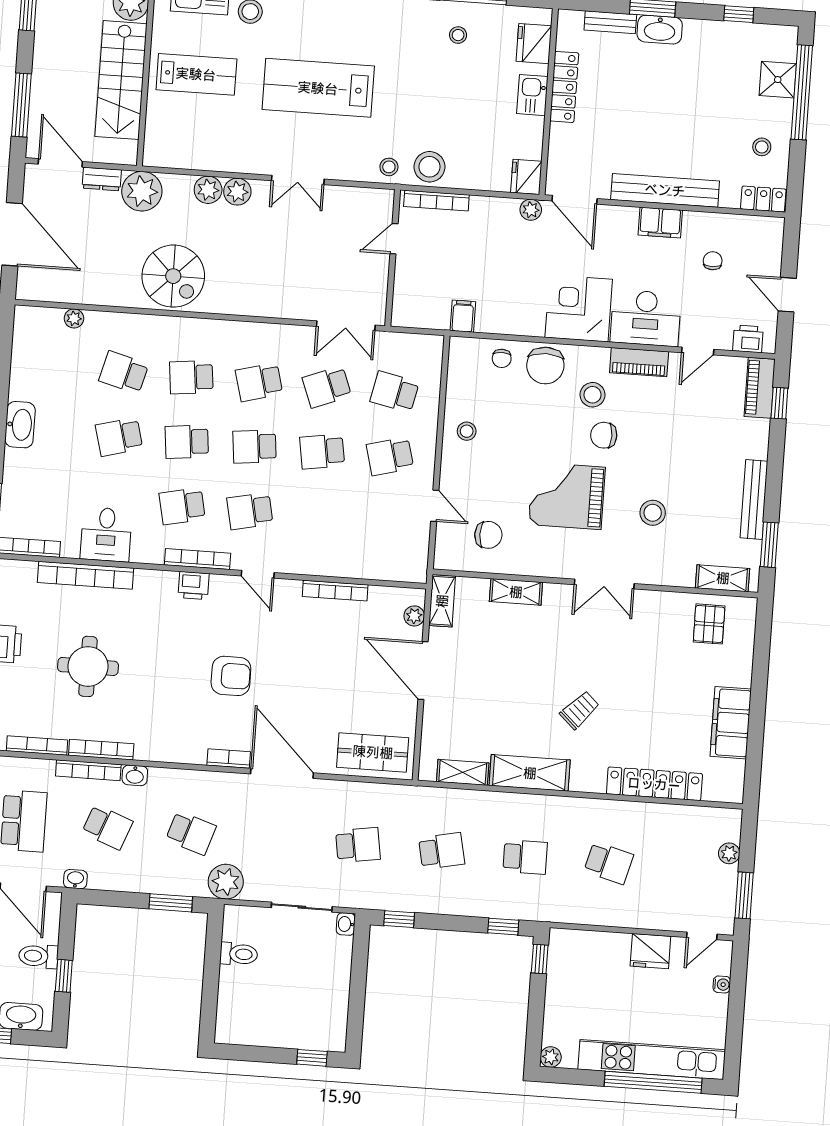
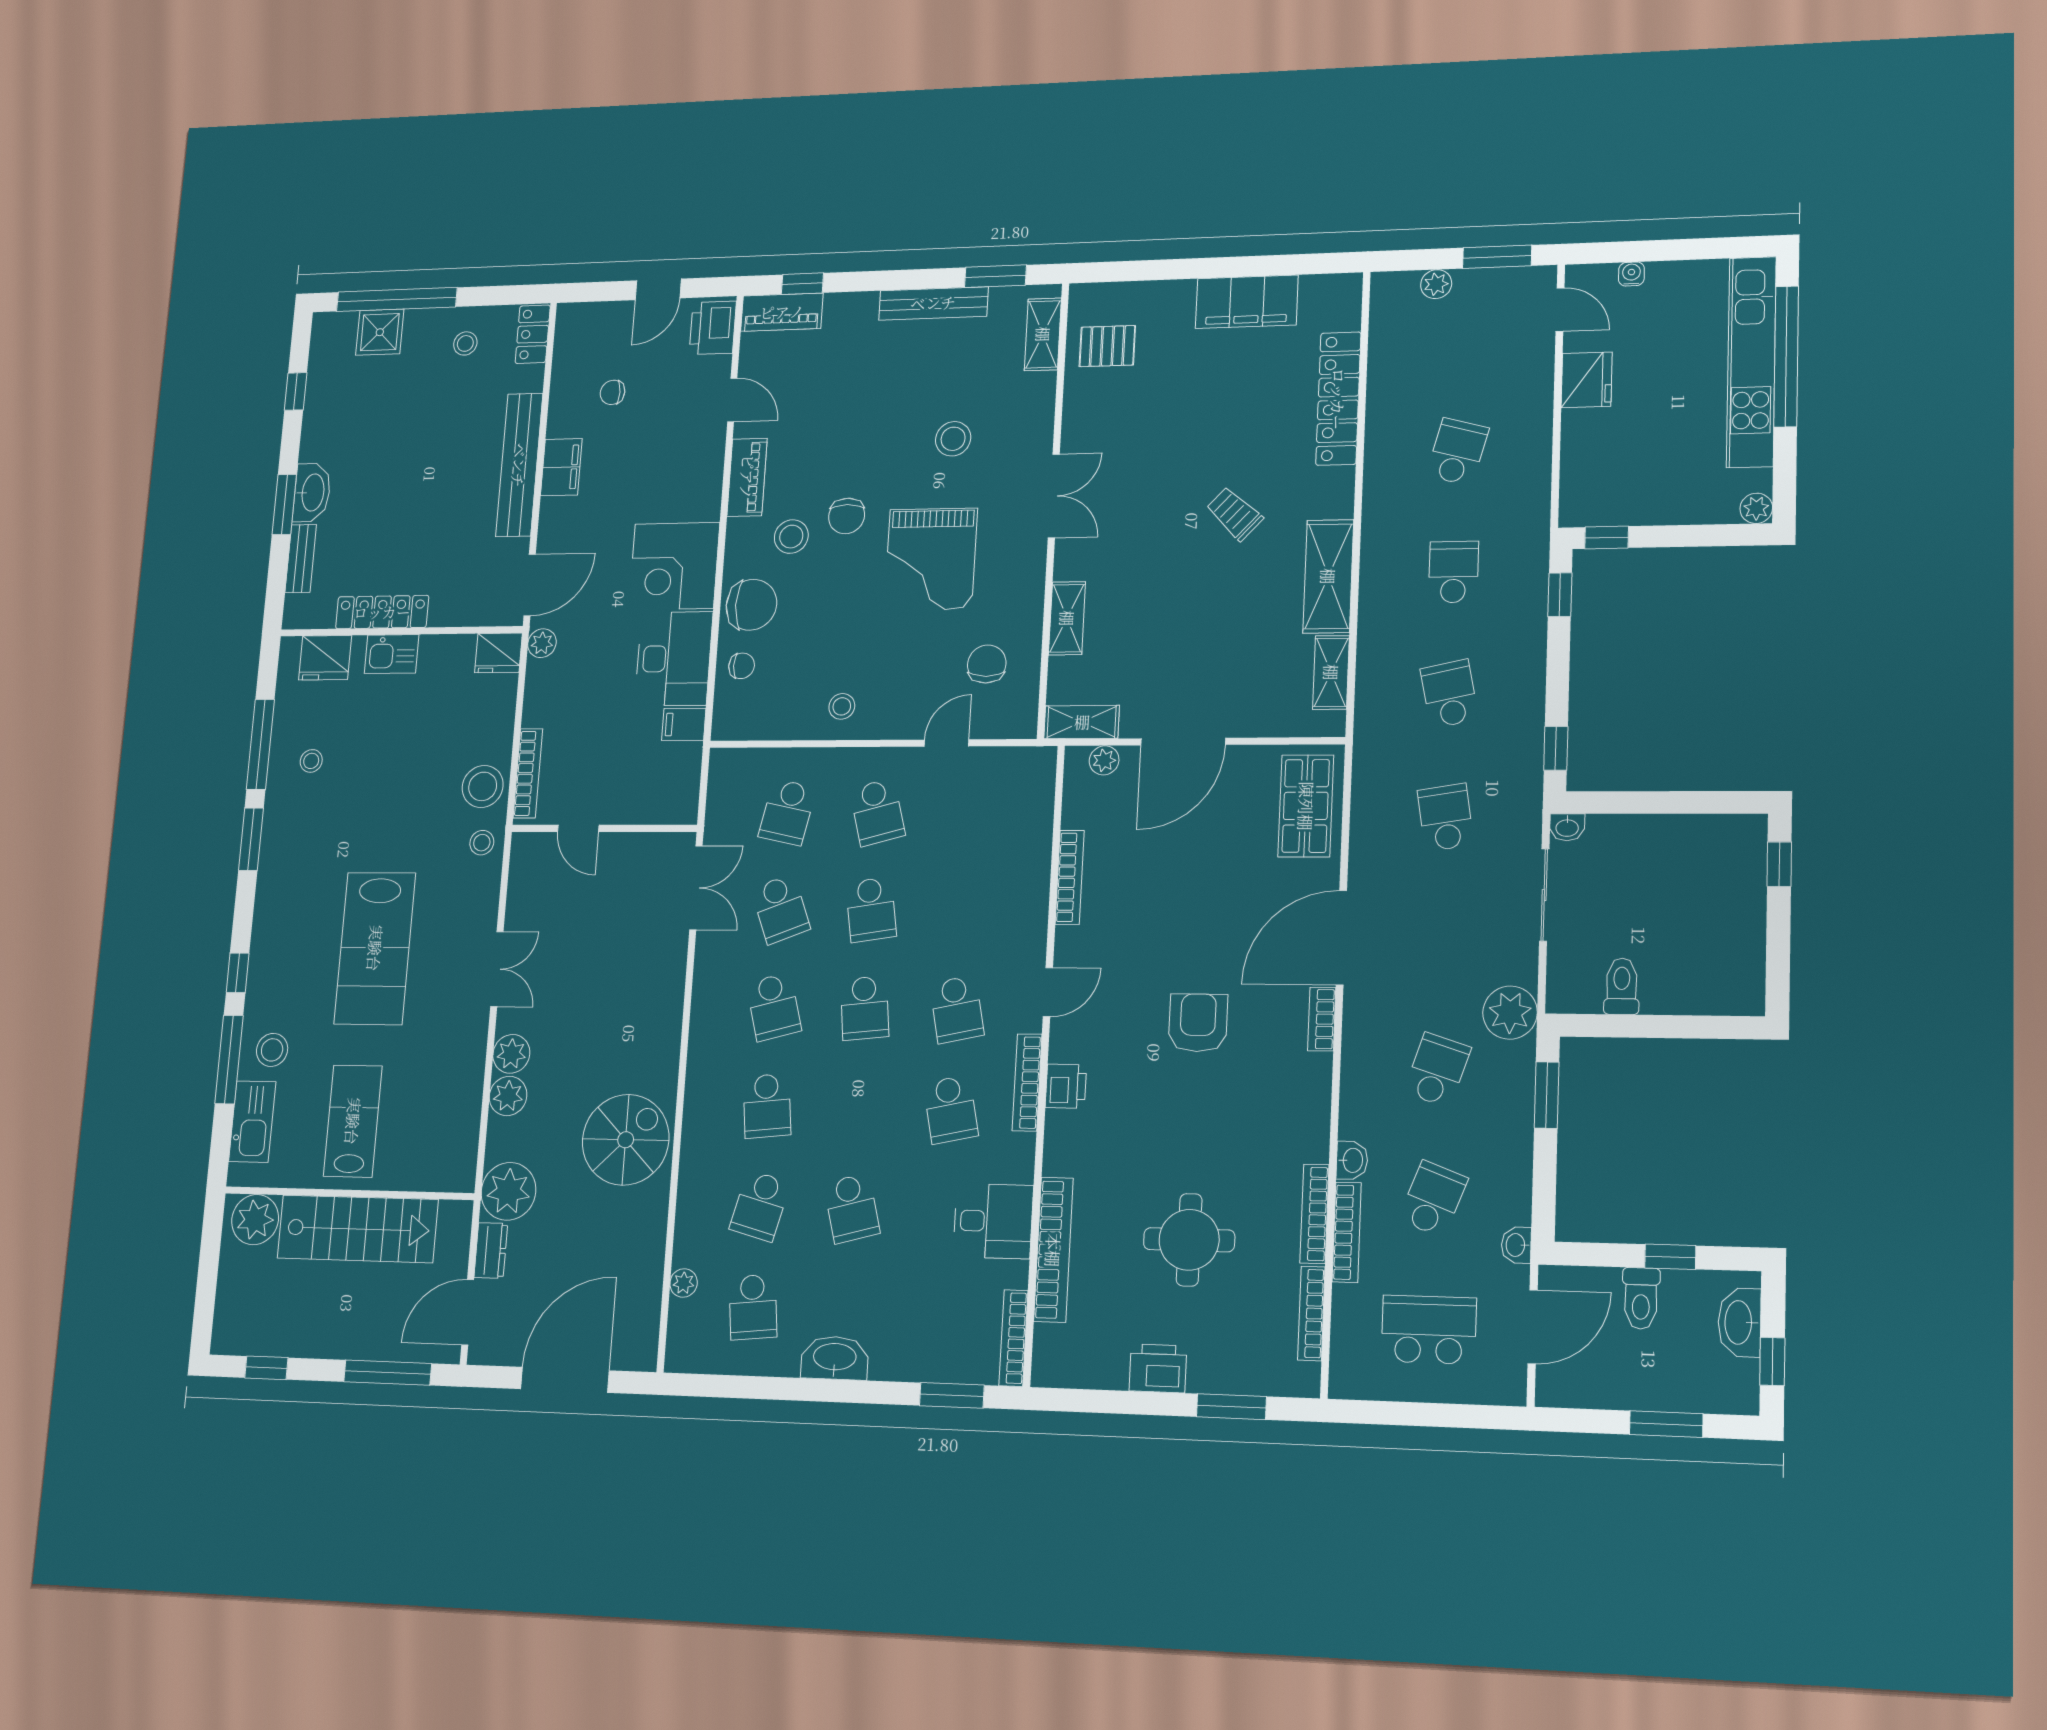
desk: (646, 318) -> (674, 659), moved
printer: (748, 339) -> (713, 328), width x1.36, depth x1.24
school desk: (187, 442) -> (753, 1307), moved

